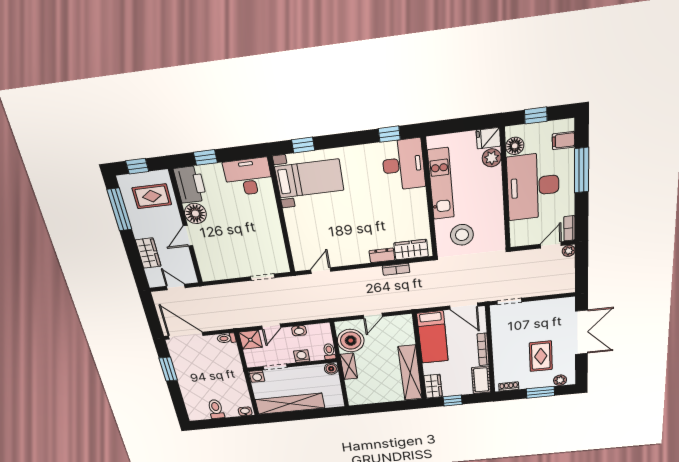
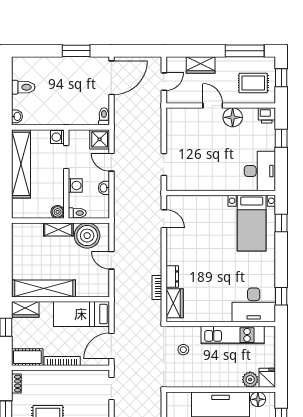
printer: (190, 184) -> (267, 115), width x0.53, depth x0.68
rug: (152, 196) -> (253, 83), turned 90
stool: (462, 235) -> (183, 350), width x0.53, depth x0.53

